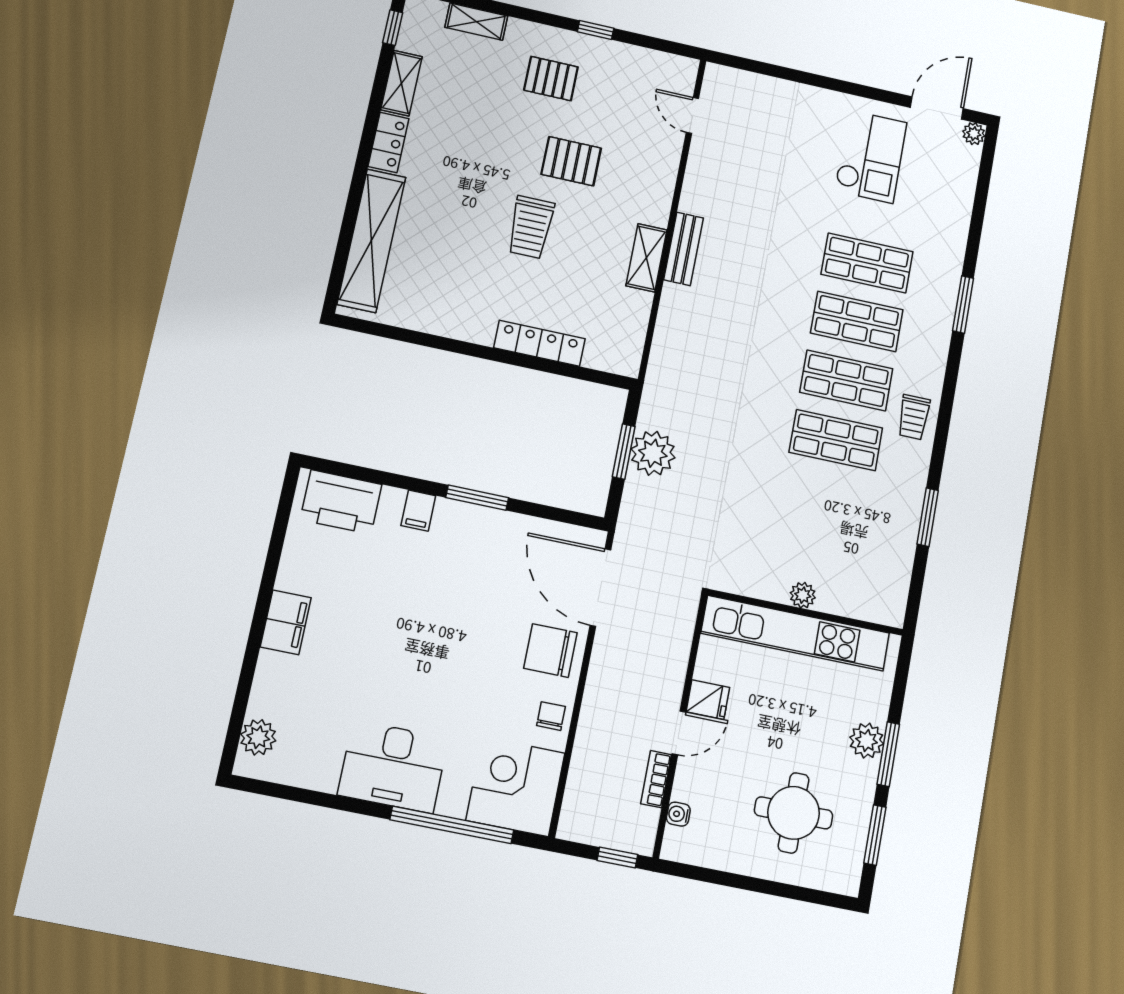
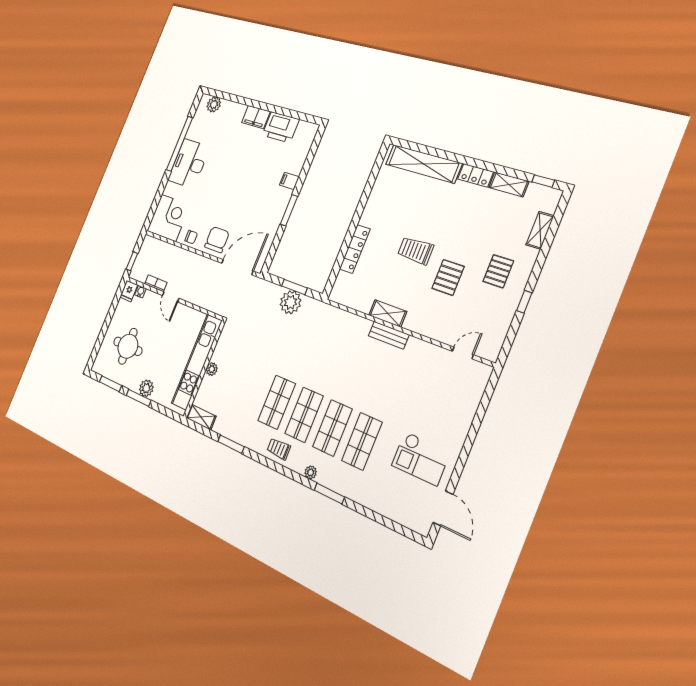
plant: (974, 134) -> (311, 472), moved
printer: (341, 502) -> (281, 127), moved, turned -90
shelving: (894, 596) -> (201, 417), added
fridge: (708, 700) -> (129, 291), moved
window: (452, 825) -> (179, 144), moved

